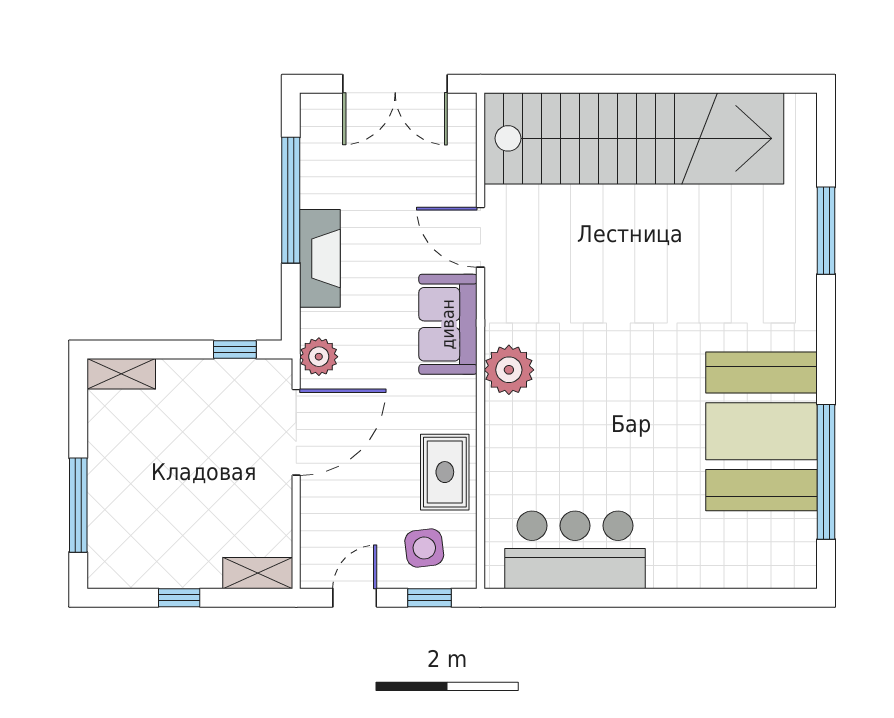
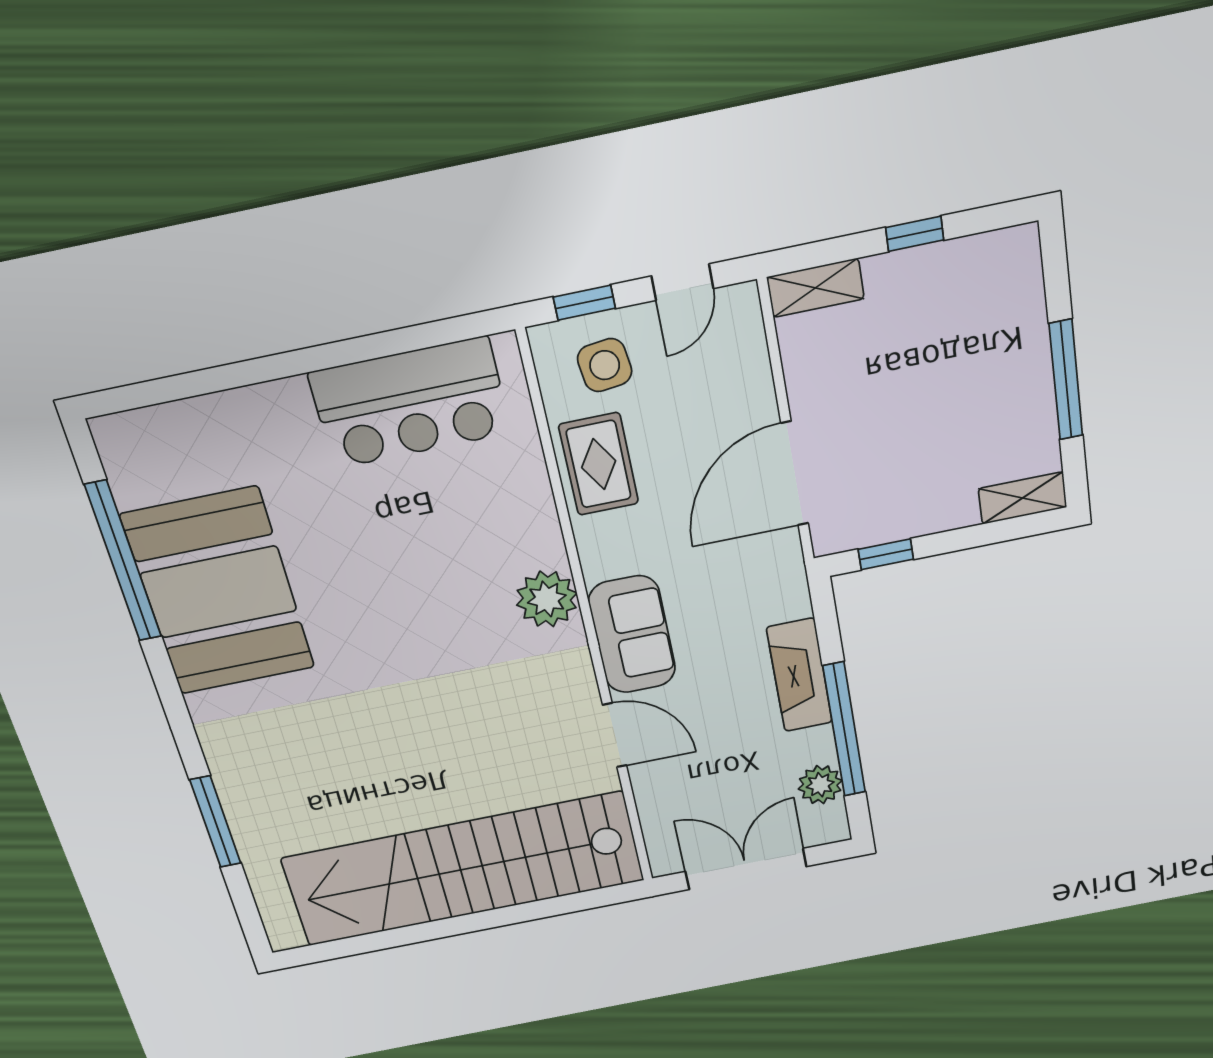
plant: (319, 357) -> (820, 785), moved
window: (78, 505) -> (1066, 380), moved

